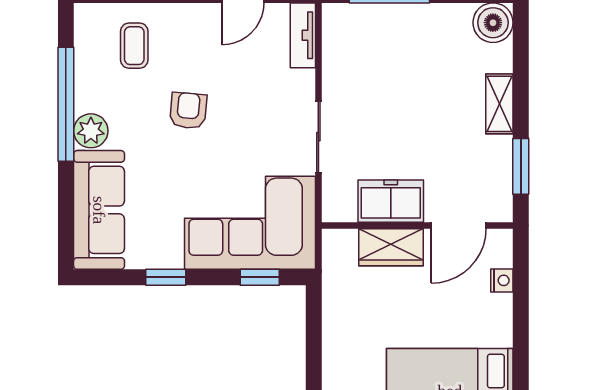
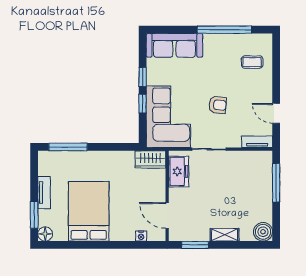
armchair: (188, 111) -> (218, 105), moved
plant: (91, 131) -> (212, 41), removed
freezer: (391, 201) -> (179, 171), moved
wardrobe: (391, 247) -> (150, 159), moved, turned -90
window: (260, 277) -> (143, 104), moved

